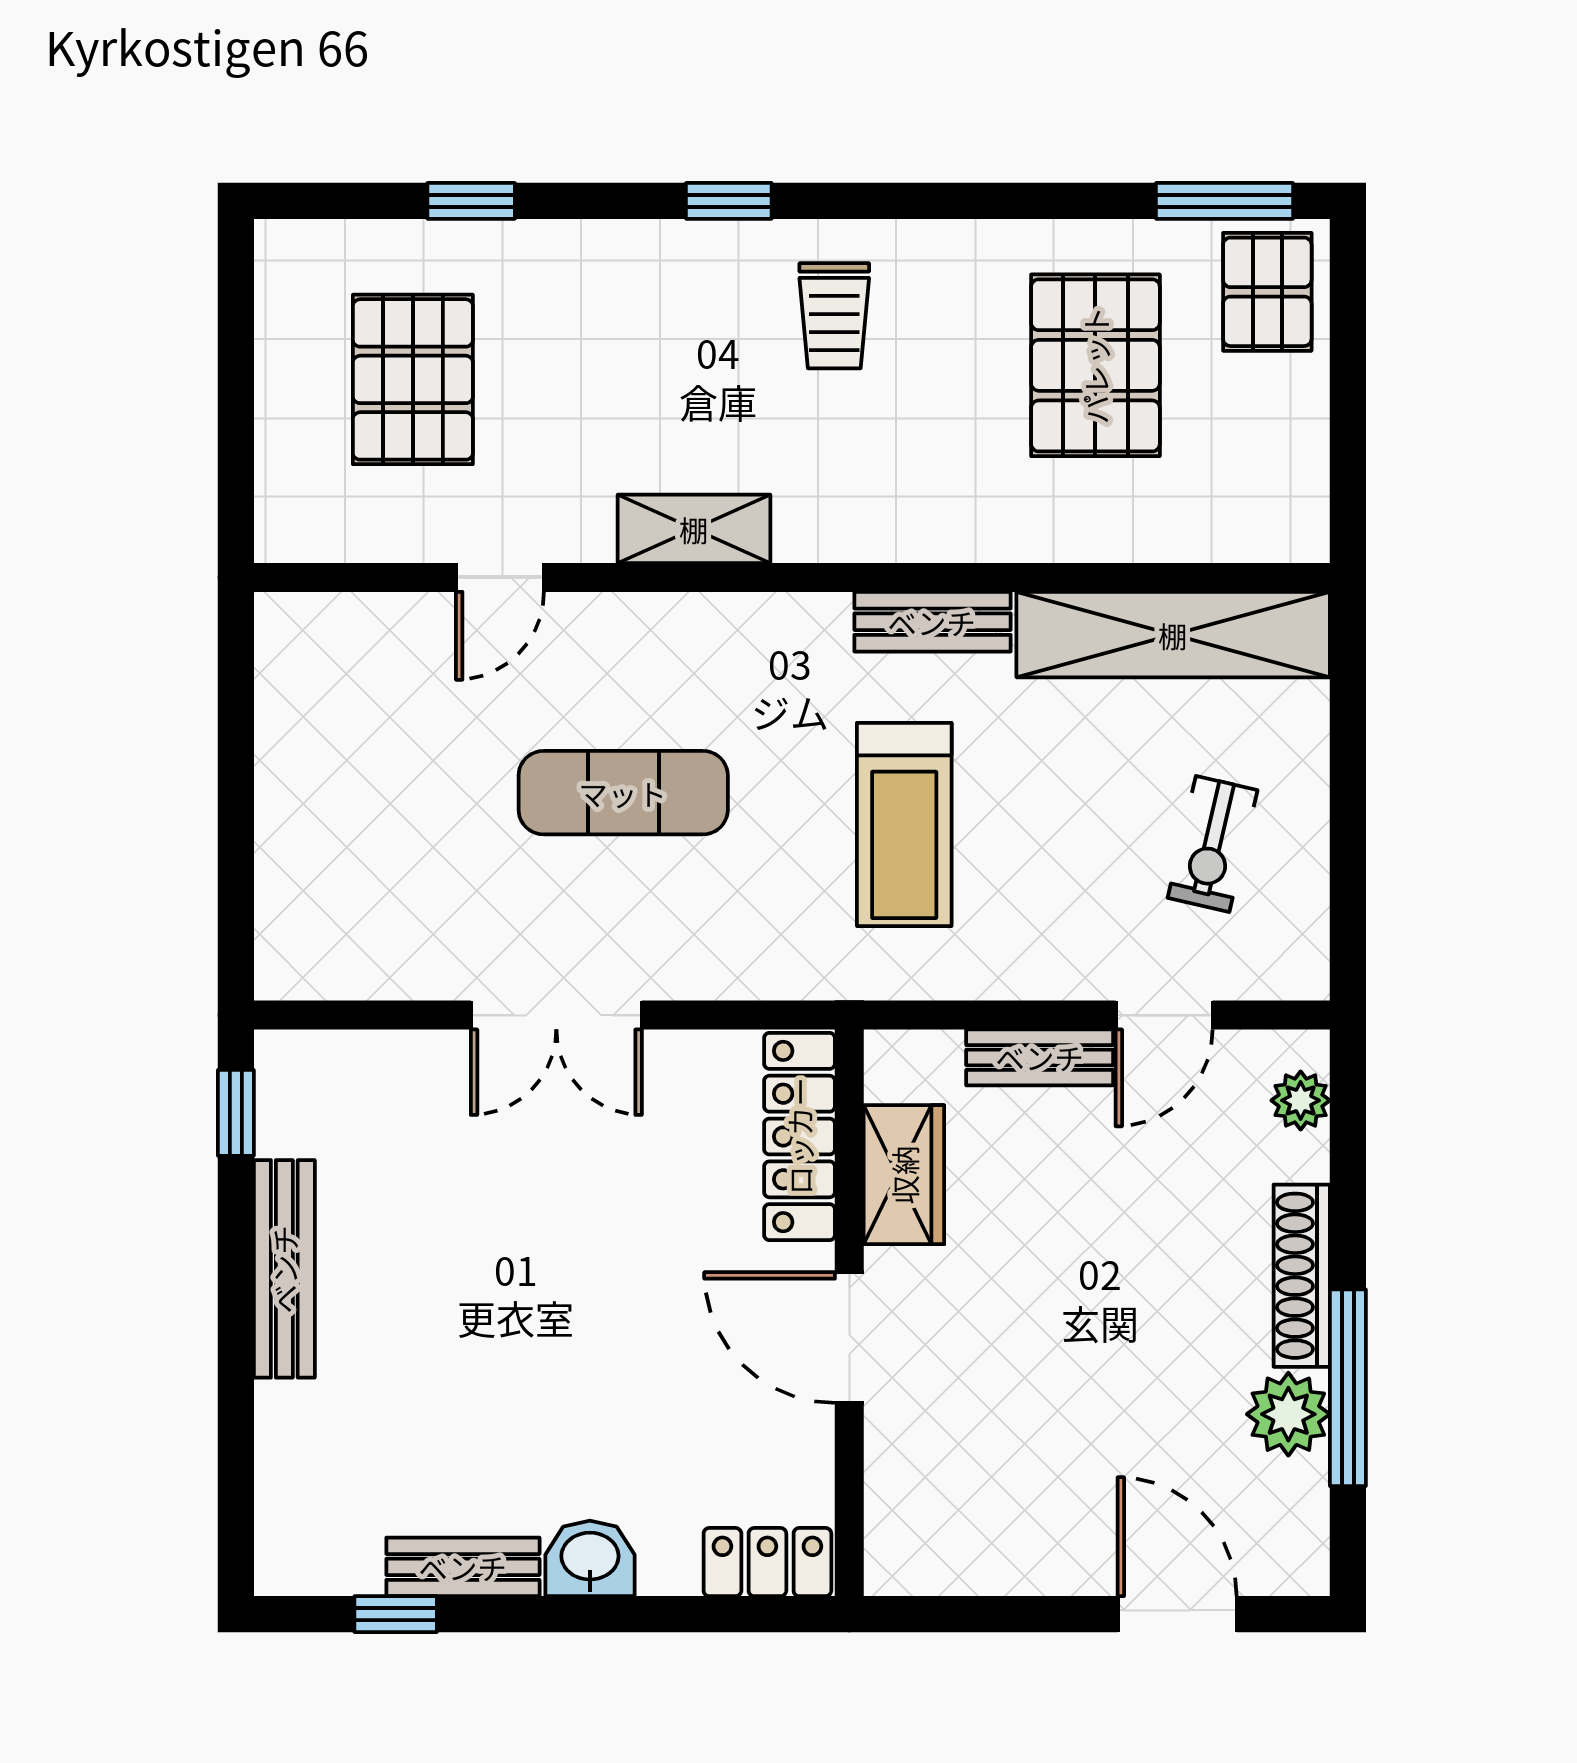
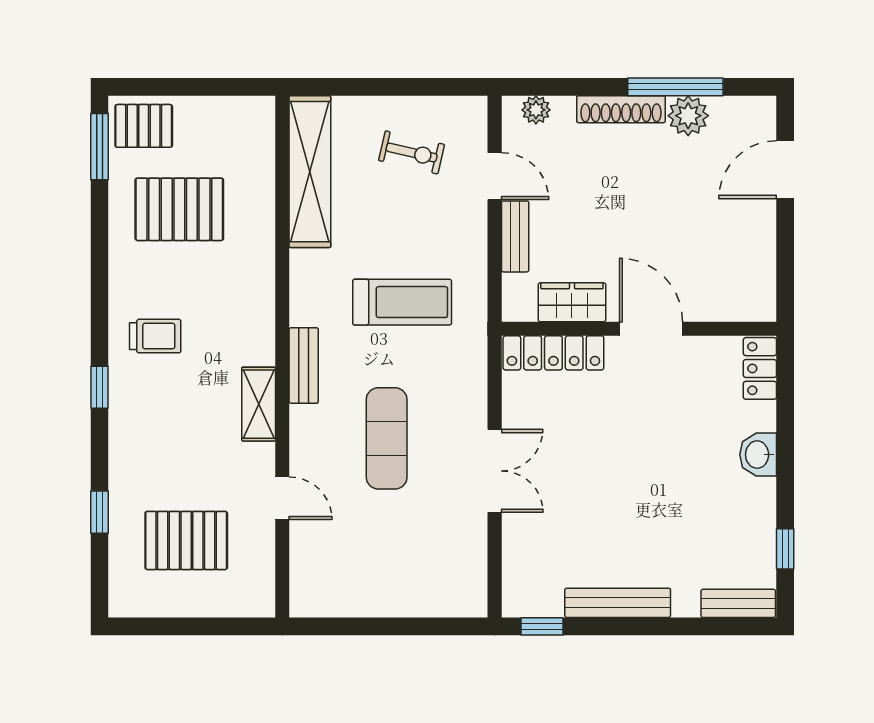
bench: (932, 622) -> (304, 366), moved
door: (849, 1338) -> (651, 329), swing flipped
bench: (463, 1567) -> (738, 603), moved, turned 90

